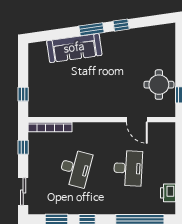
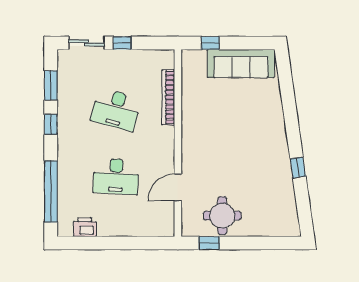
window: (92, 29) -> (293, 130), removed
sofa: (74, 48) -> (241, 64), moved, turned -82
bookcase: (50, 127) -> (168, 97), moved
window: (23, 147) -> (122, 43), moved

